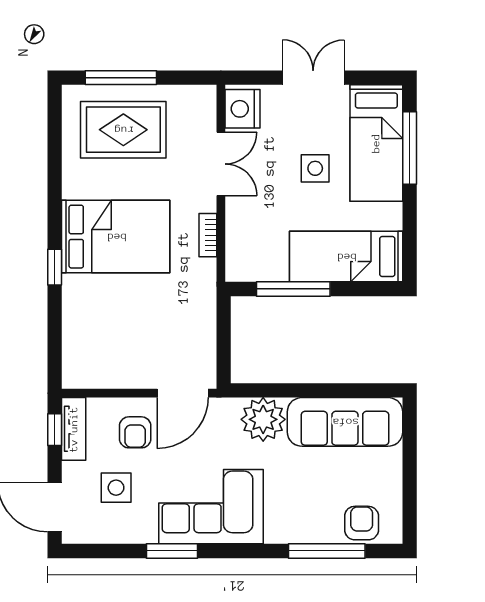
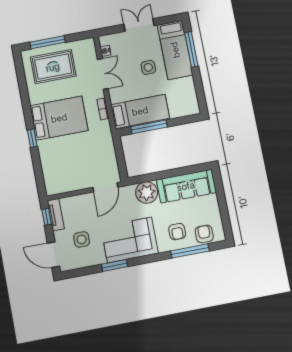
nightstand: (243, 109) -> (105, 51), width x0.53, depth x0.56
bed: (346, 257) -> (140, 111), moved, turned 180
armchair: (135, 432) -> (177, 232), moved

